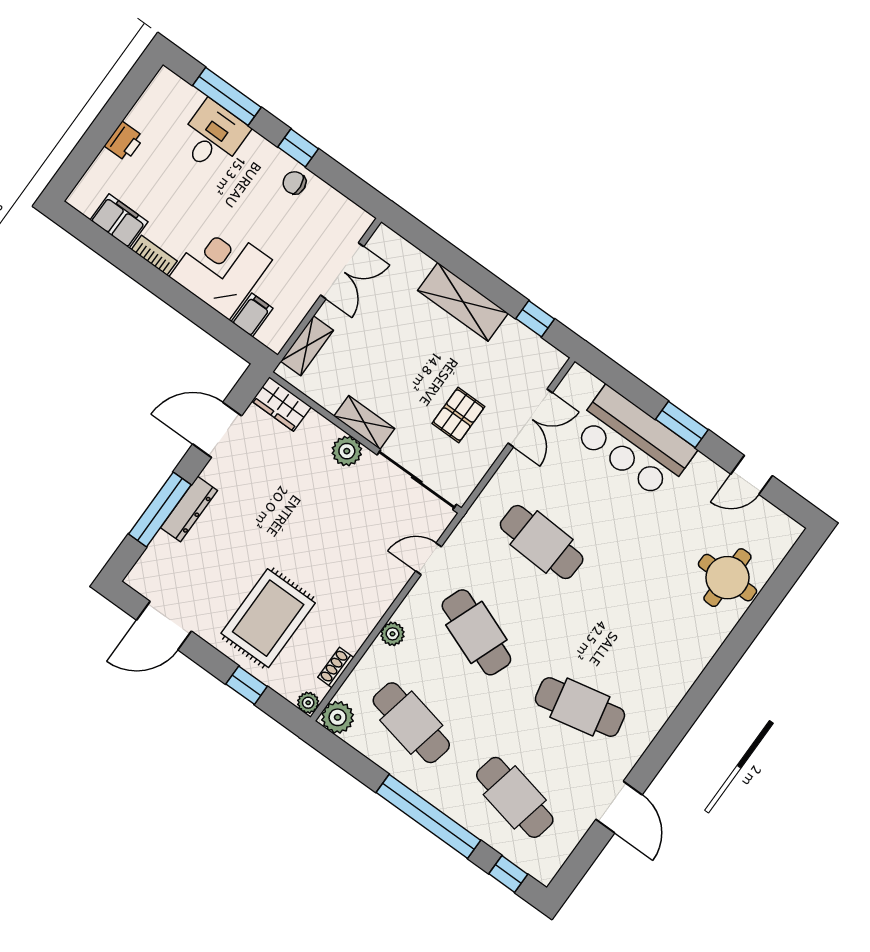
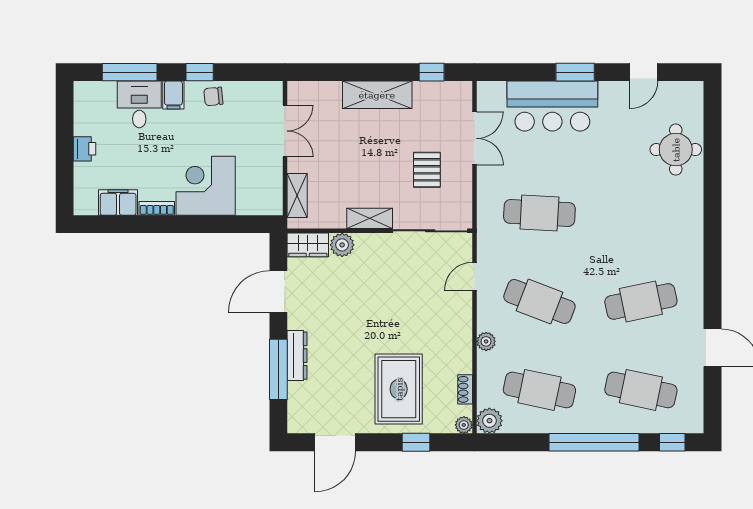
filing cabinet: (252, 315) -> (173, 95), moved, turned 180
plant: (347, 451) -> (342, 245), moved

